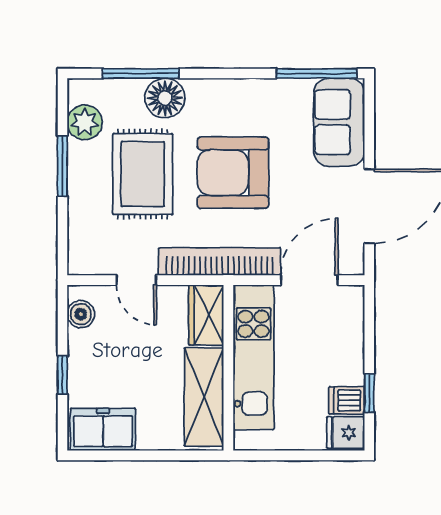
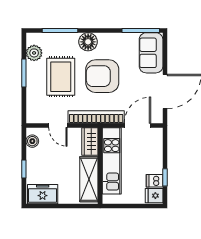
floor lamp: (165, 98) -> (88, 42), moved

